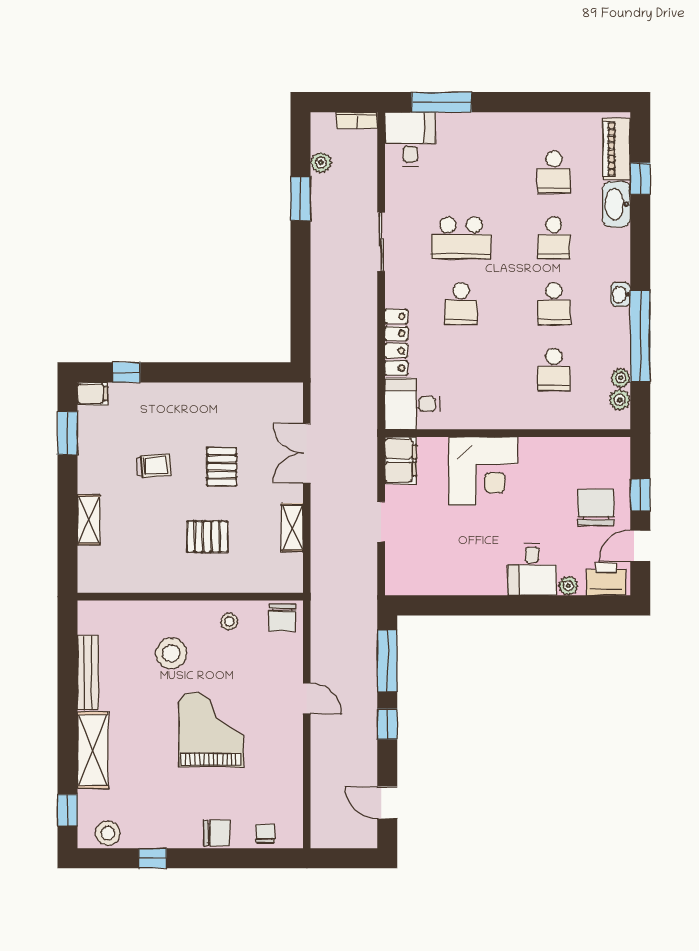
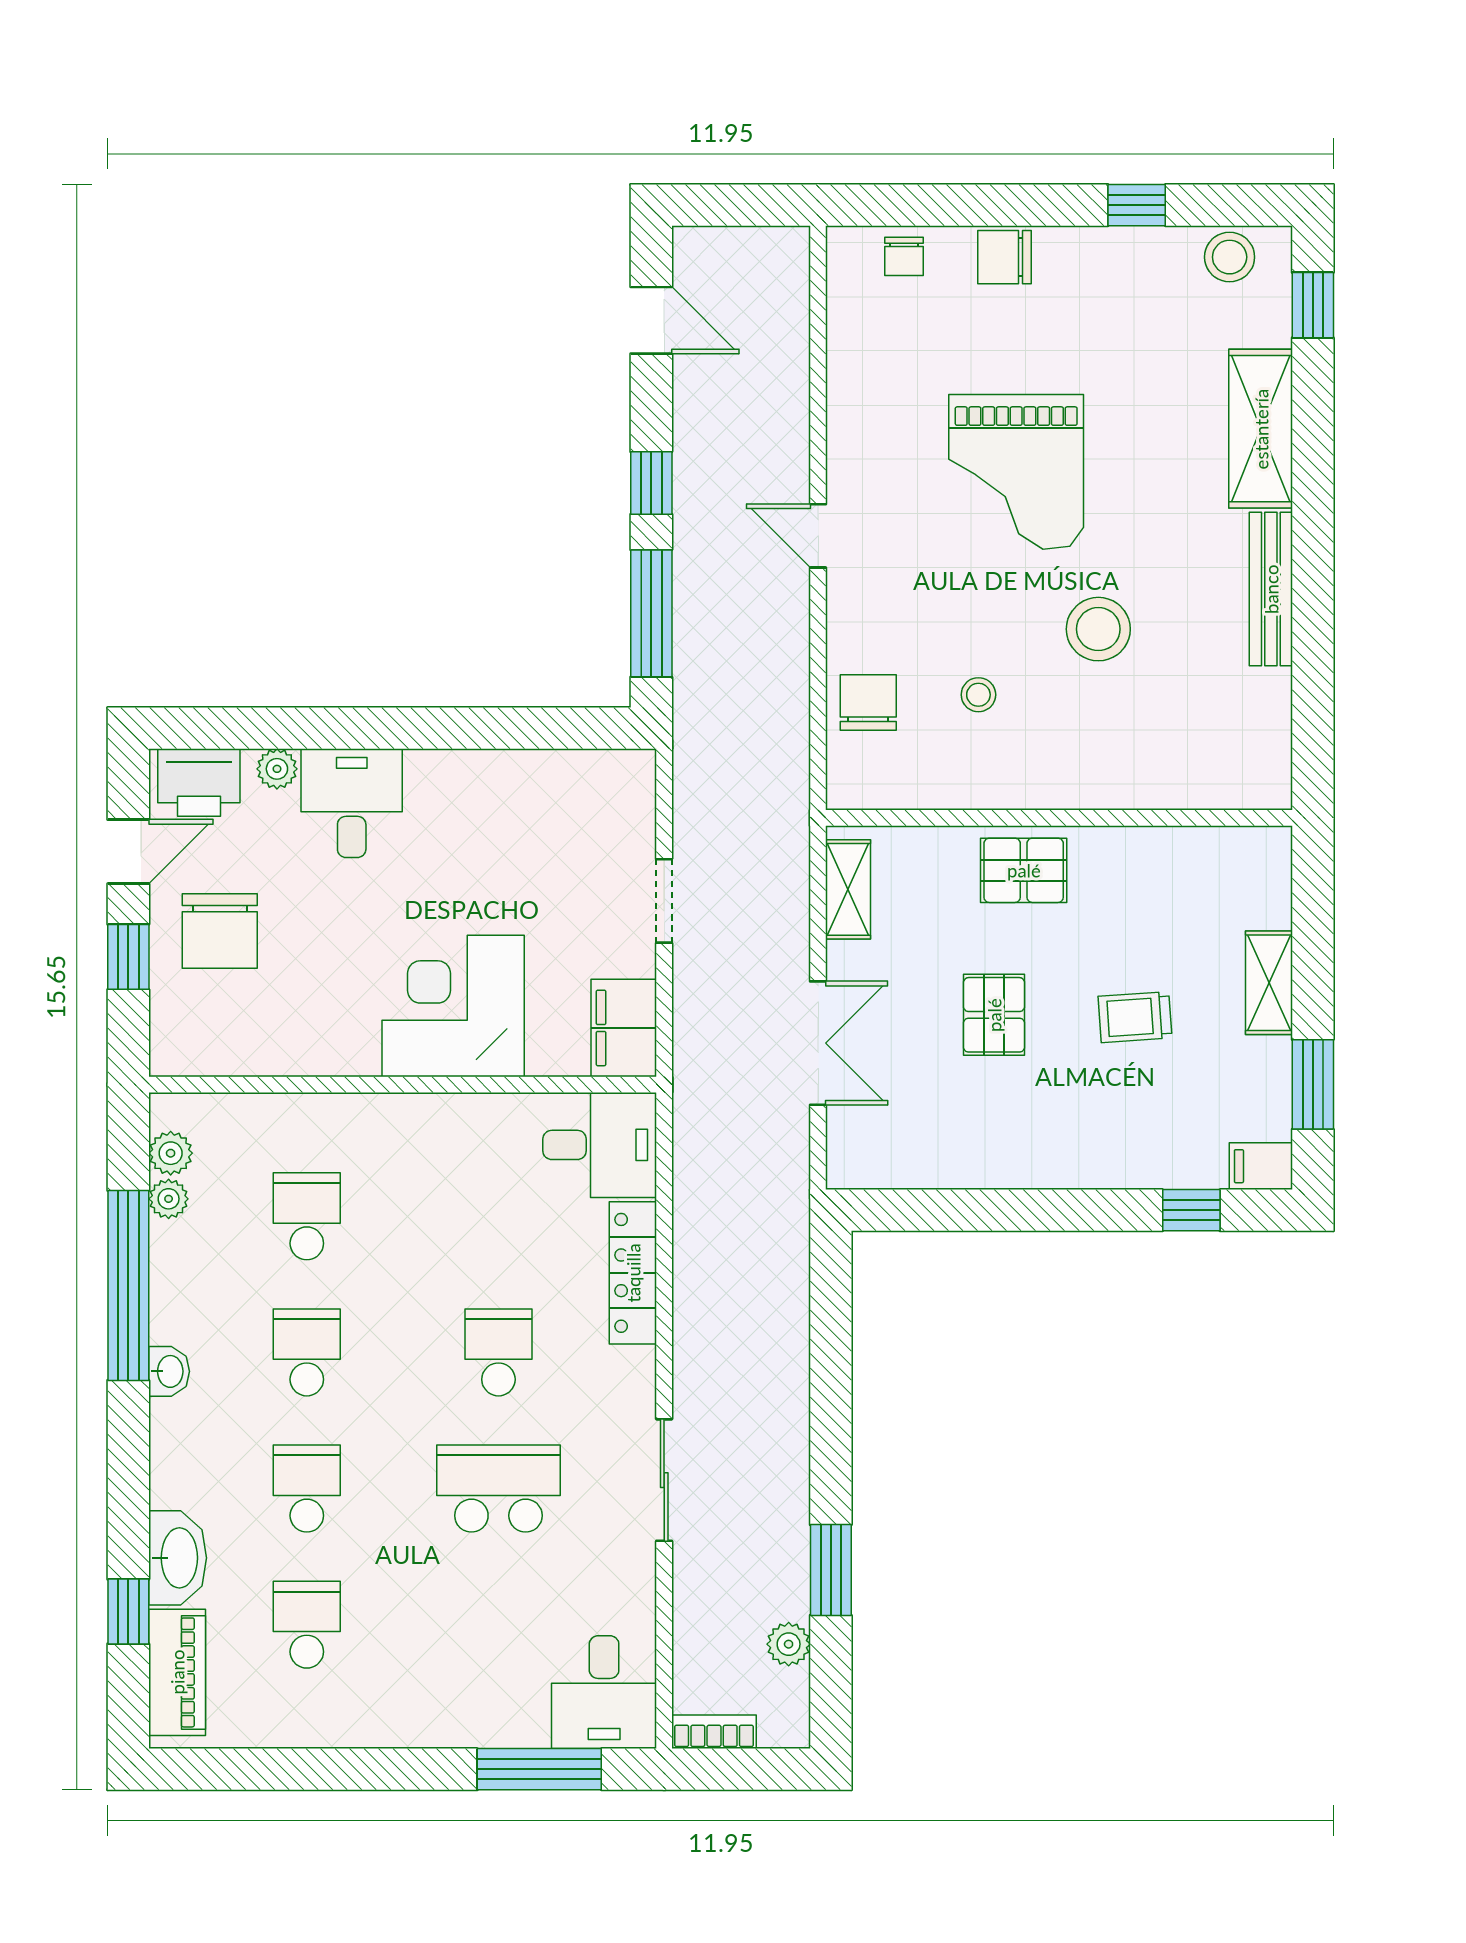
shelving: (89, 520) -> (1269, 983), moved
wall: (190, 597) -> (1059, 818), moved

